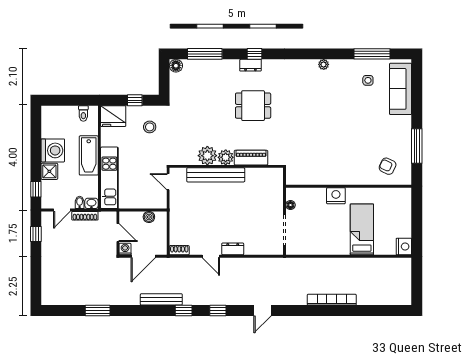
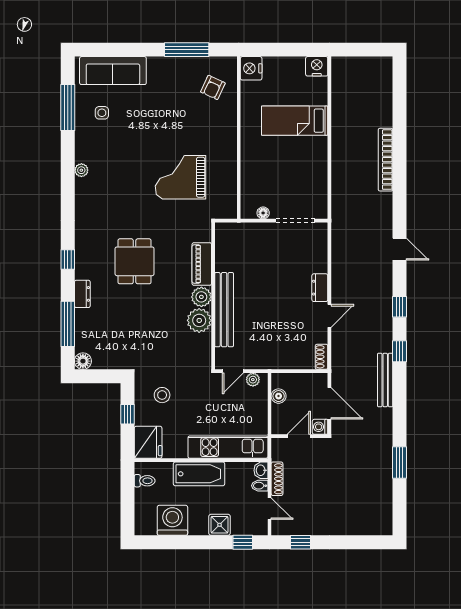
dresser: (250, 65) -> (82, 294), moved
grand piano: (318, 141) -> (180, 177), added
washing machine: (53, 150) -> (172, 520), moved
nightstand: (336, 196) -> (251, 68), moved
plant: (162, 197) -> (253, 380), added

